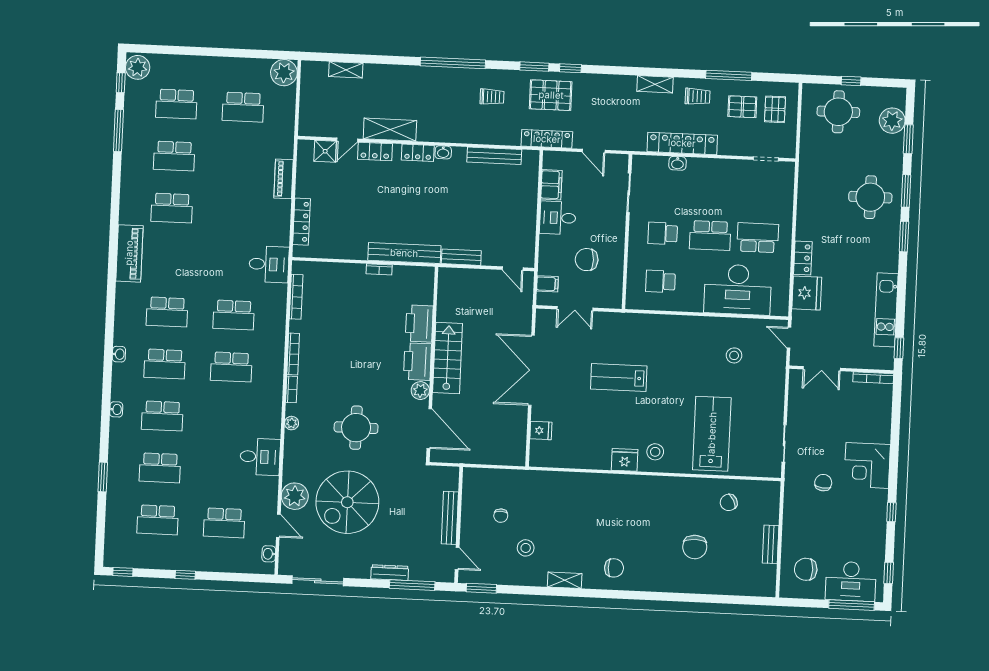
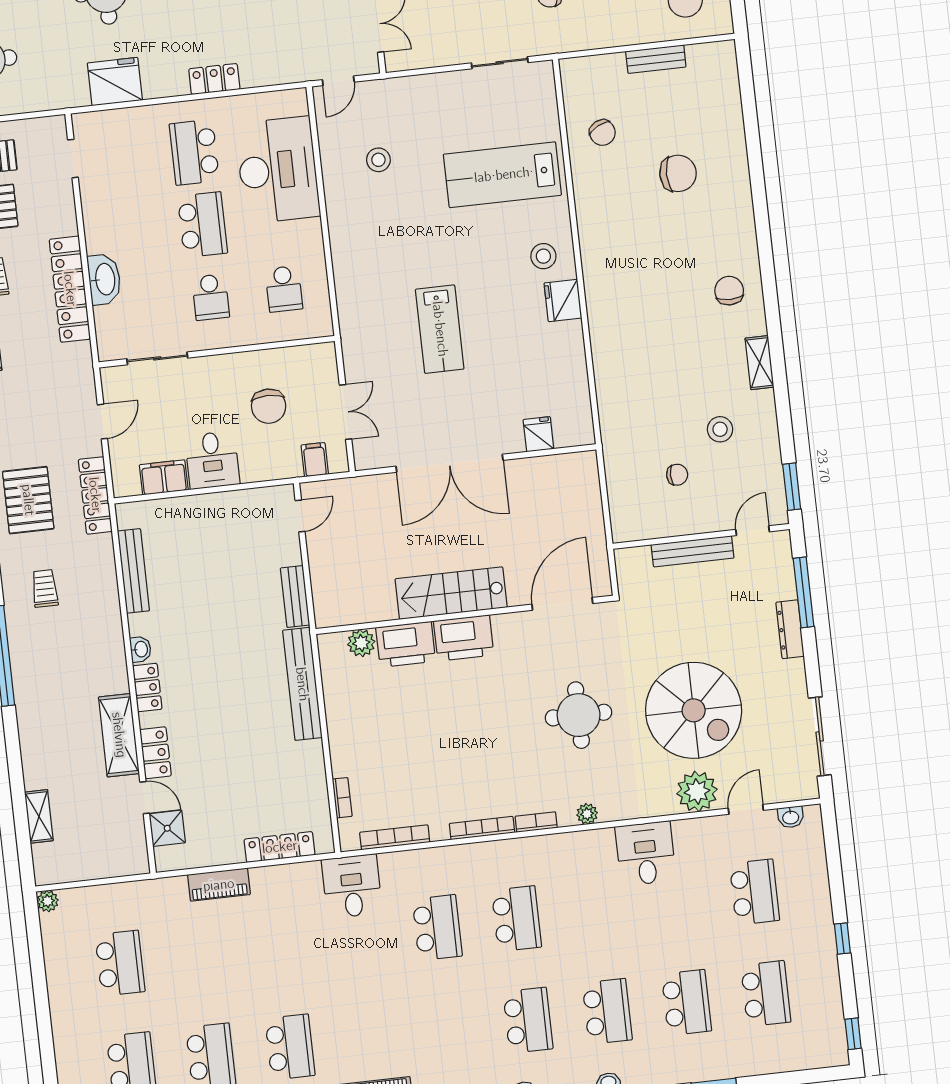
plant: (284, 73) -> (48, 901), width x0.53, depth x0.53
washbasin: (677, 163) -> (104, 279), width x1.91, depth x1.45
bookcase: (379, 269) -> (342, 798), moved
fridge: (807, 293) -> (115, 82), moved
school desk: (167, 312) -> (449, 1029), removed
plant: (420, 391) -> (361, 643), moved

